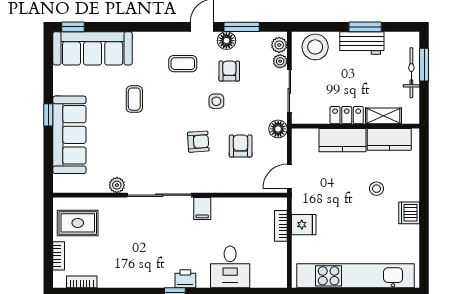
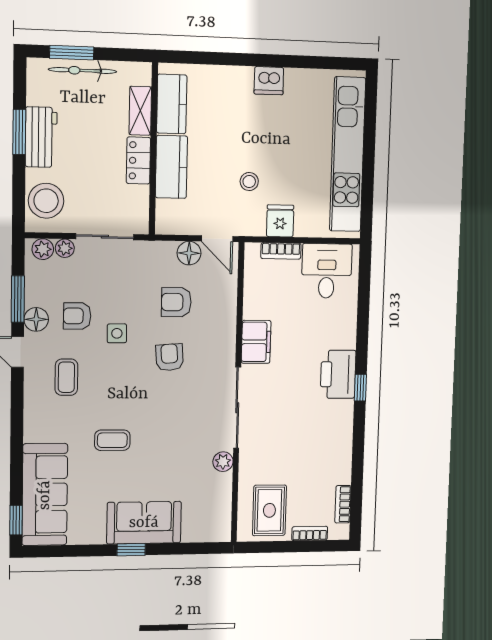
floor lamp: (278, 129) -> (189, 253), moved
sofa: (69, 135) -> (144, 523), width x0.73
stool: (377, 189) -> (249, 182), moved
filing cabinet: (202, 209) -> (256, 342), width x2.00
desk: (230, 267) -> (327, 271), moved, turned -90
printer: (185, 279) -> (338, 374), width x1.87, depth x1.48

